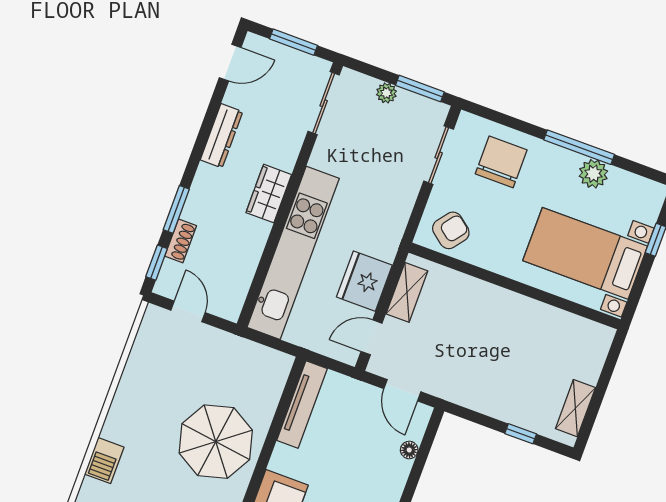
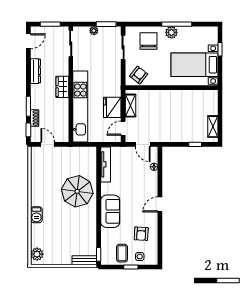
plant: (593, 174) -> (171, 32), moved

